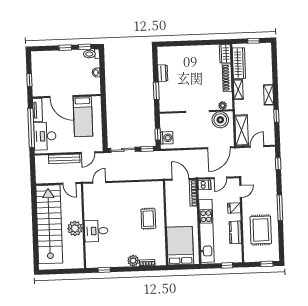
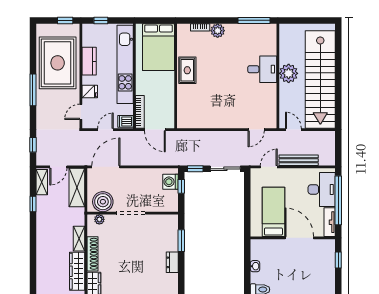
shelving: (269, 95) -> (42, 182), moved
rug: (148, 219) -> (187, 70), moved
rug: (261, 230) -> (58, 63), width x1.37, depth x1.44
window: (267, 264) -> (65, 20), moved
window: (104, 270) -> (254, 20), width x2.17

